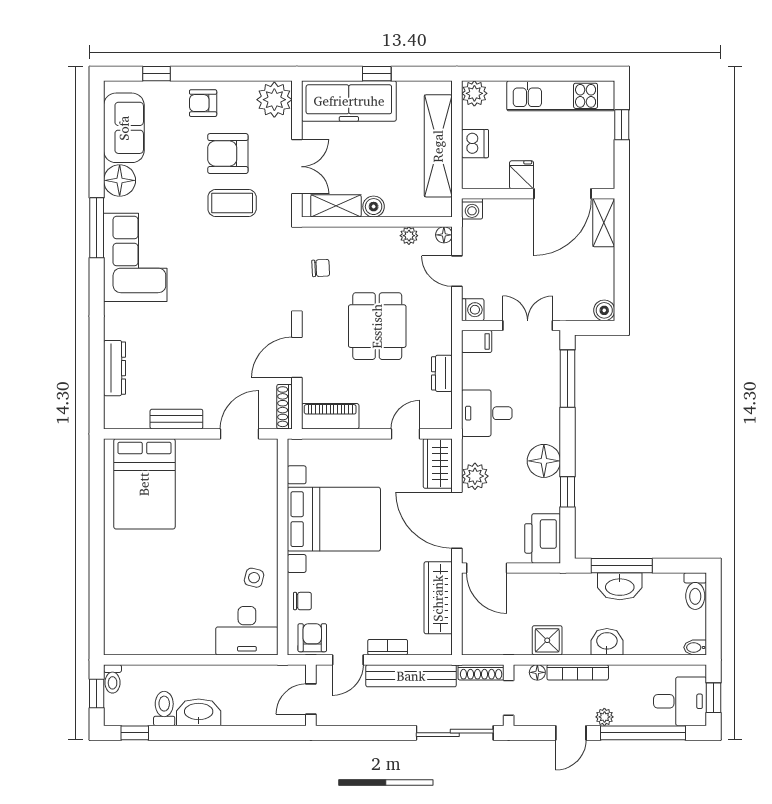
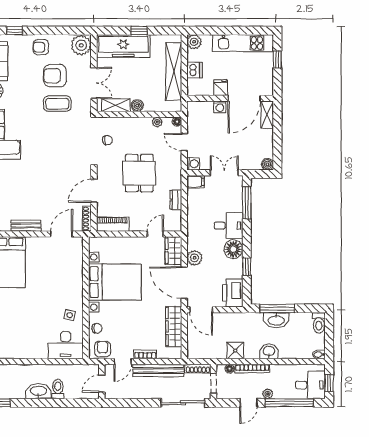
washing machine: (472, 209) -> (220, 107), moved
desk: (487, 413) -> (229, 226), moved, turned 180
toilet: (164, 708) -> (58, 389), moved

